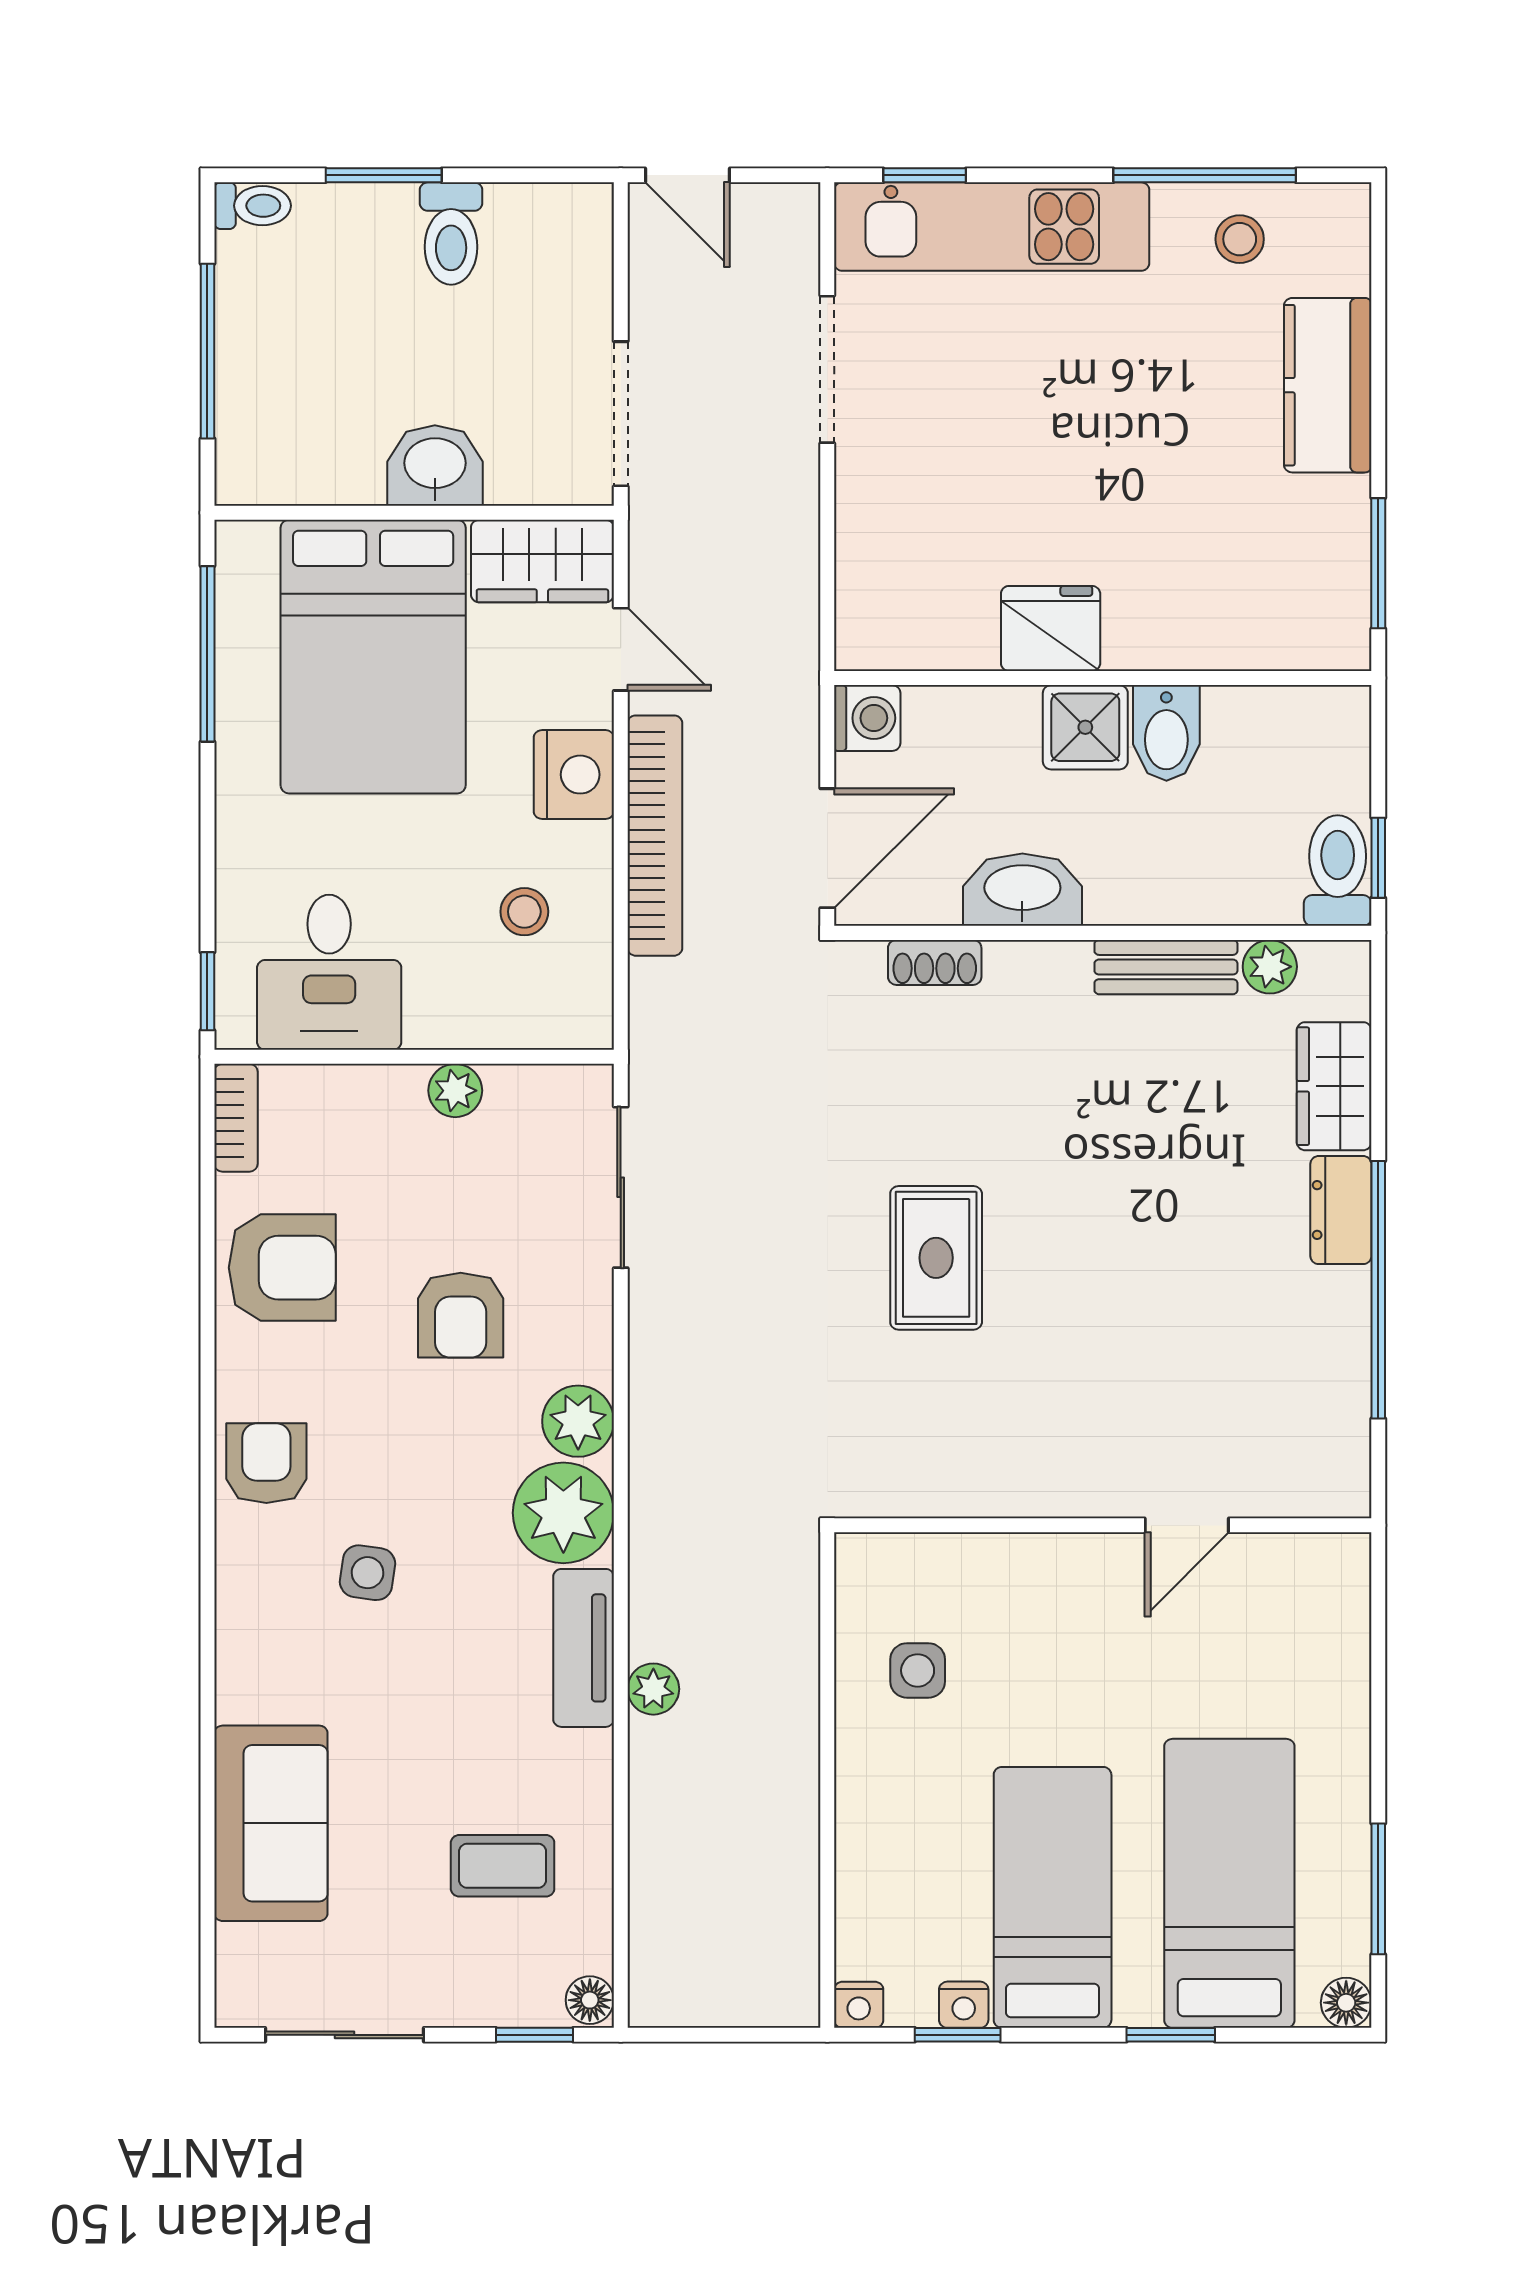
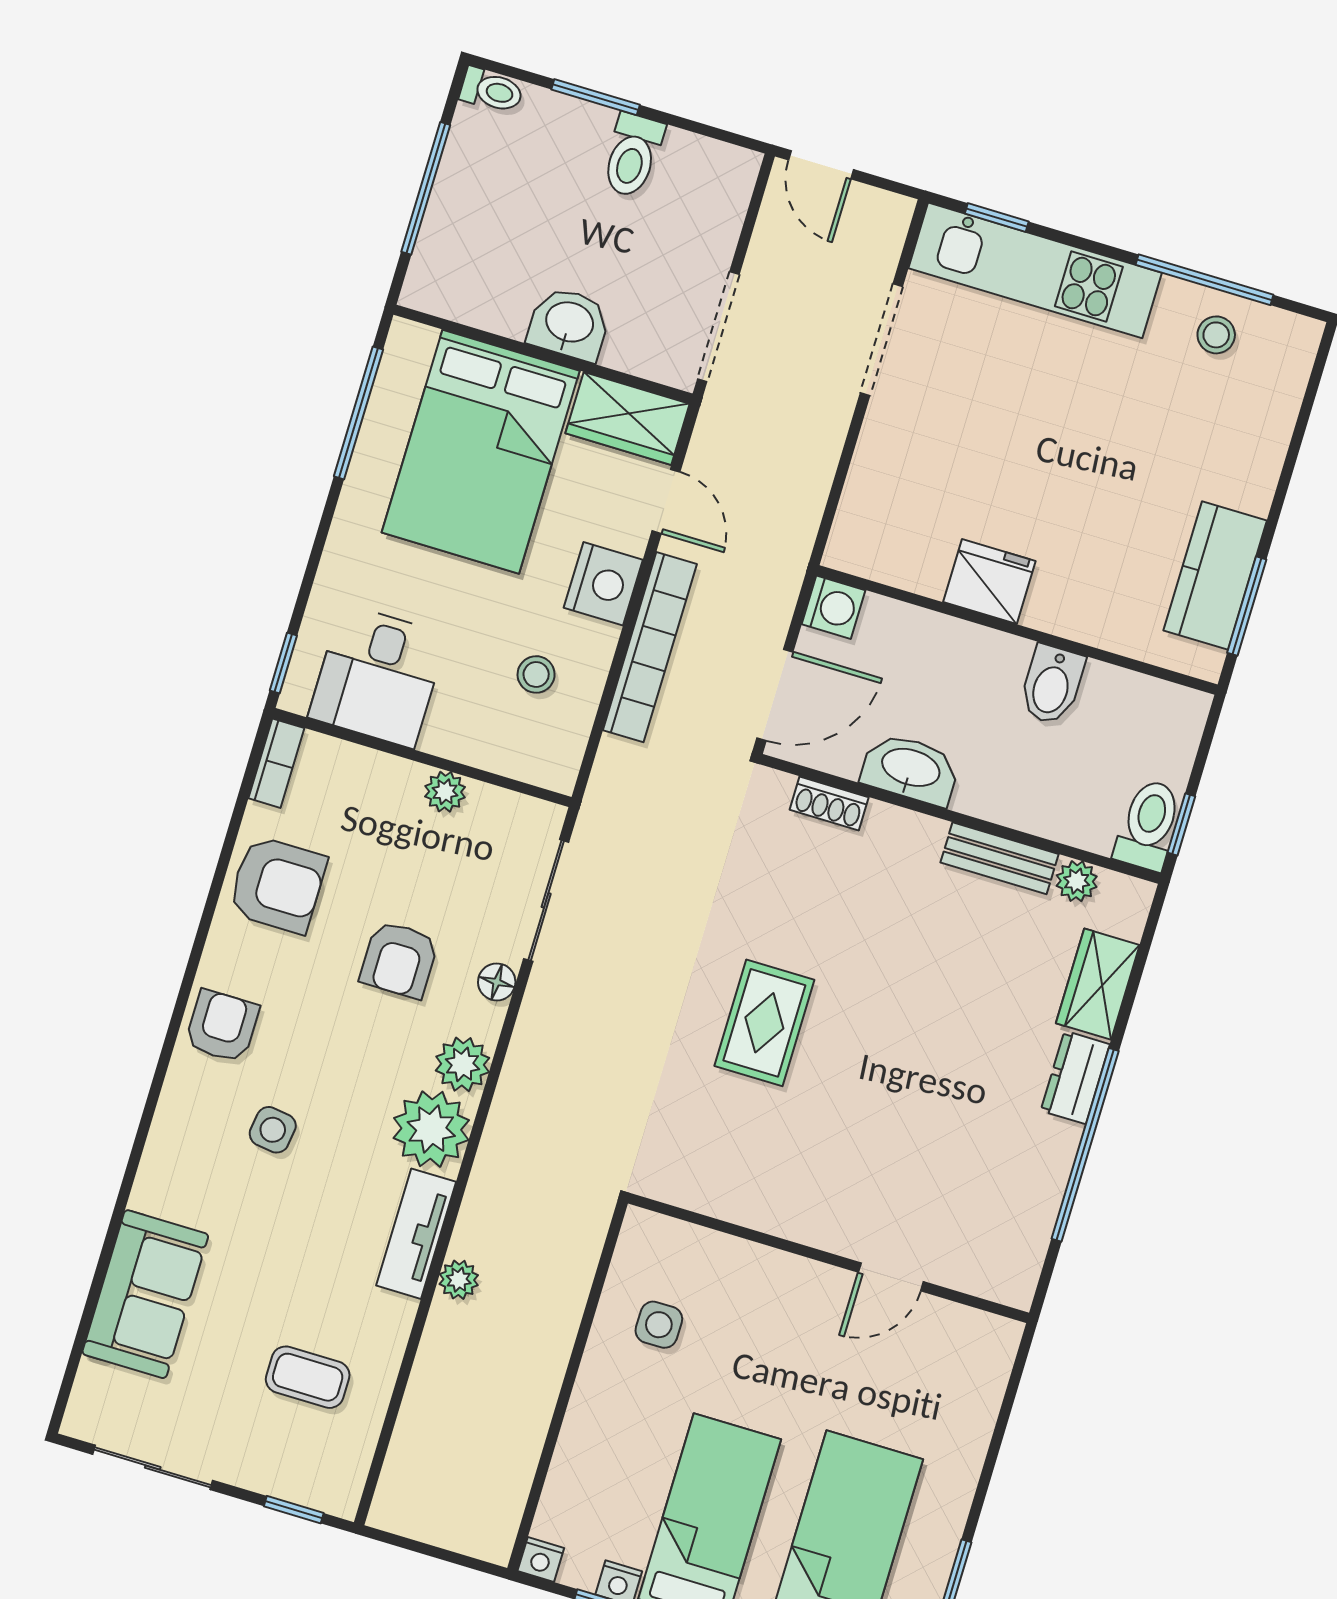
kitchen counter: (1328, 385) -> (1215, 576), moved
shower: (1085, 727) -> (993, 663), removed
floor lamp: (590, 2000) -> (497, 982), moved

